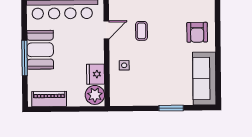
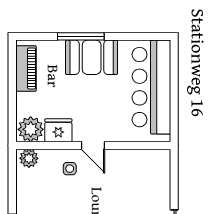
door: (106, 30) -> (93, 146), moved
coffee table: (142, 31) -> (115, 192), removed
plant: (117, 96) -> (29, 158), added

